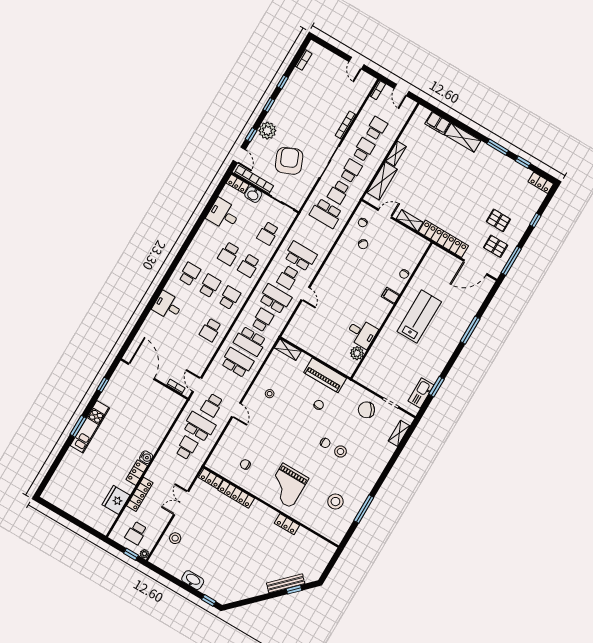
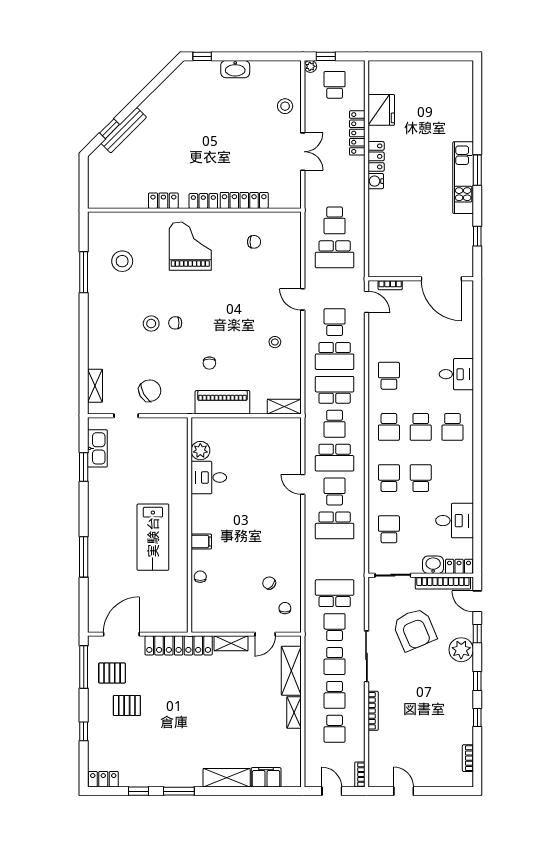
school desk: (212, 405) -> (335, 322), moved
locker: (211, 479) -> (203, 201), moved

